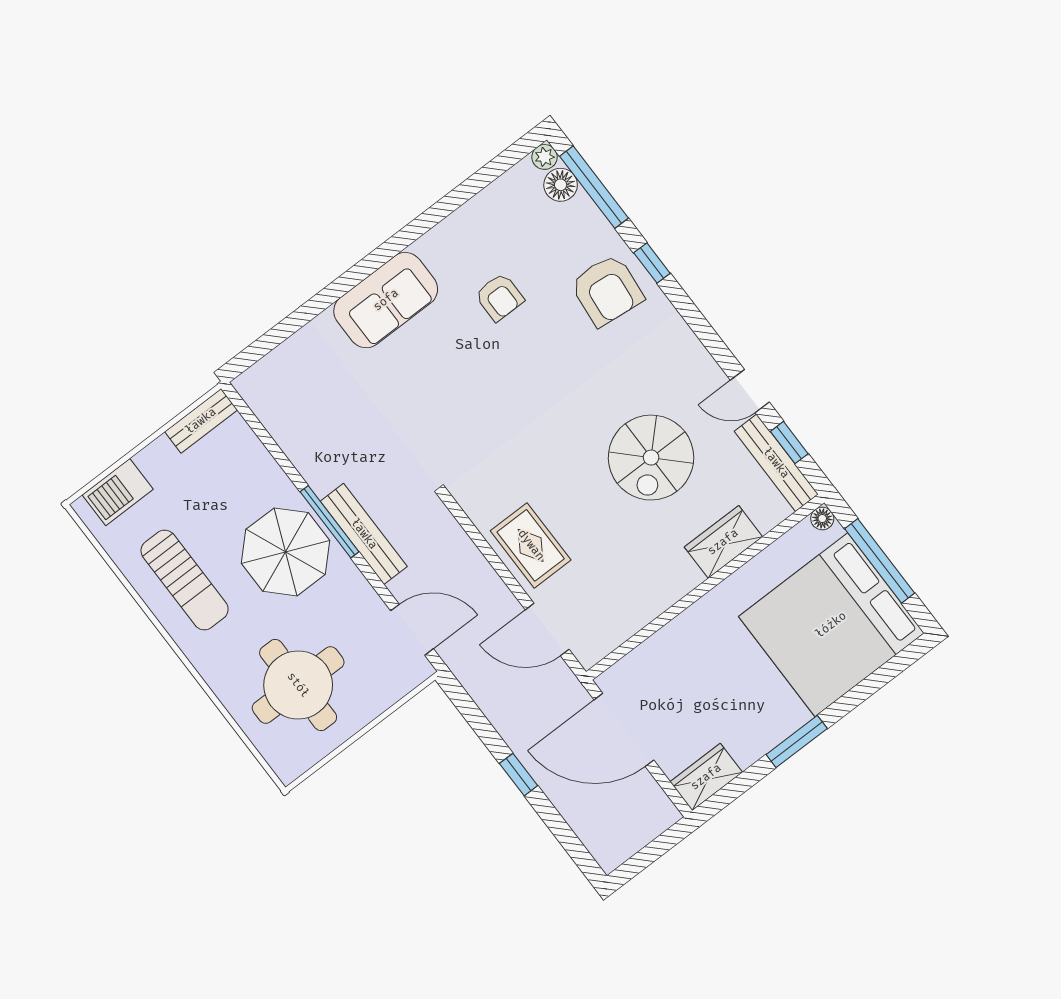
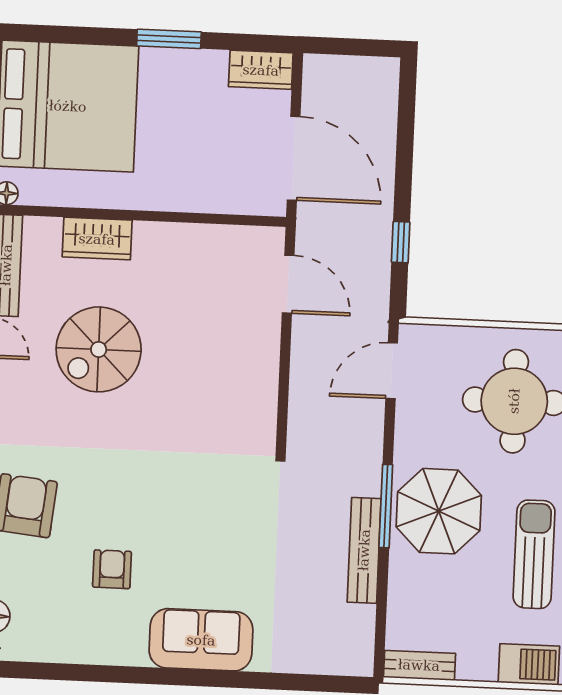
spiral stairs: (651, 458) -> (99, 349), turned 180
bench: (364, 534) -> (364, 550), moved
rug: (531, 545) -> (247, 359), removed
door: (412, 630) -> (392, 371), hinge flipped
window: (519, 775) -> (401, 242), moved

